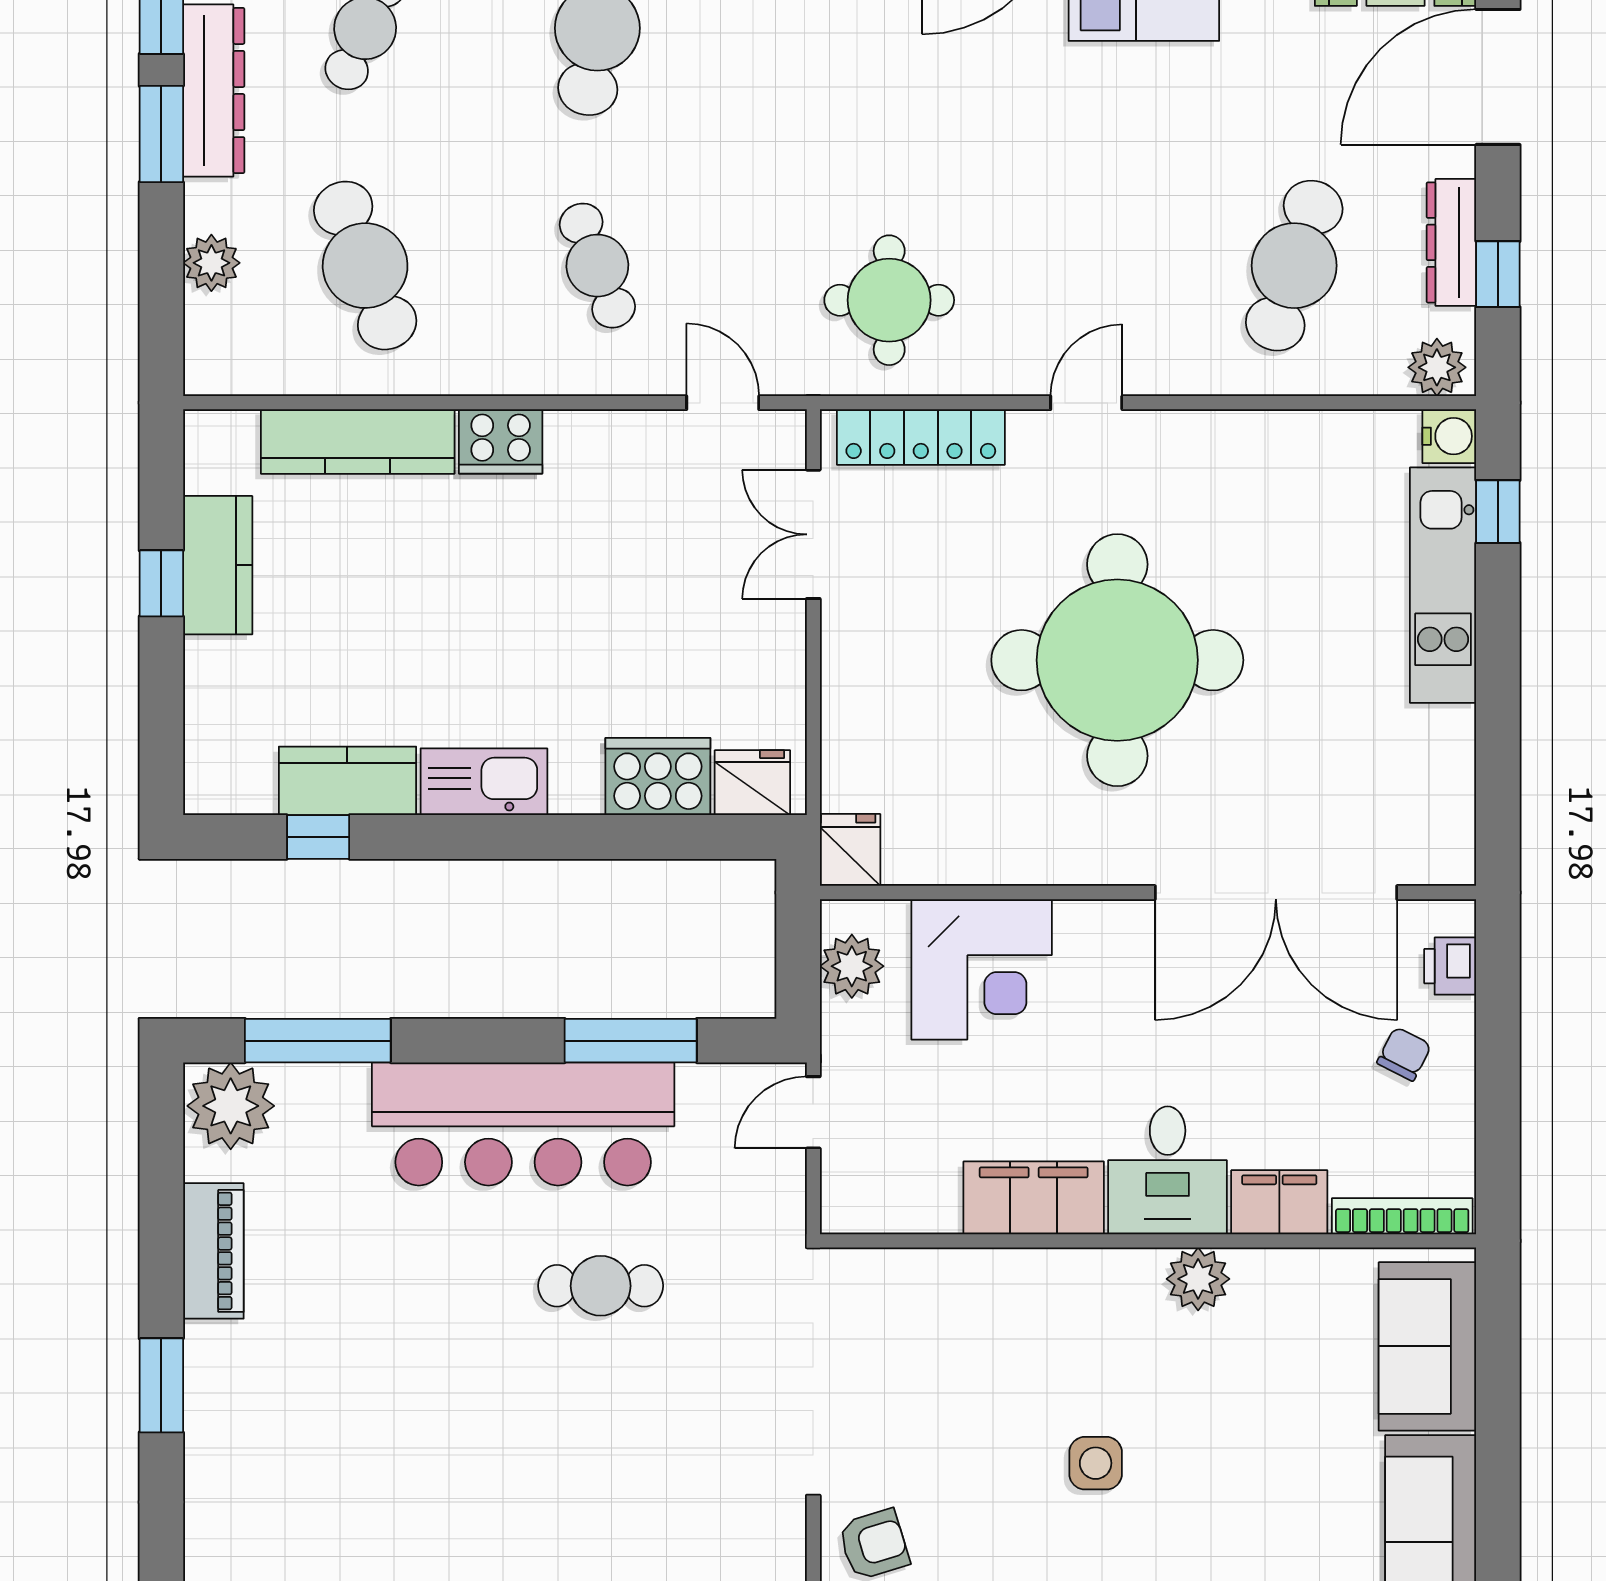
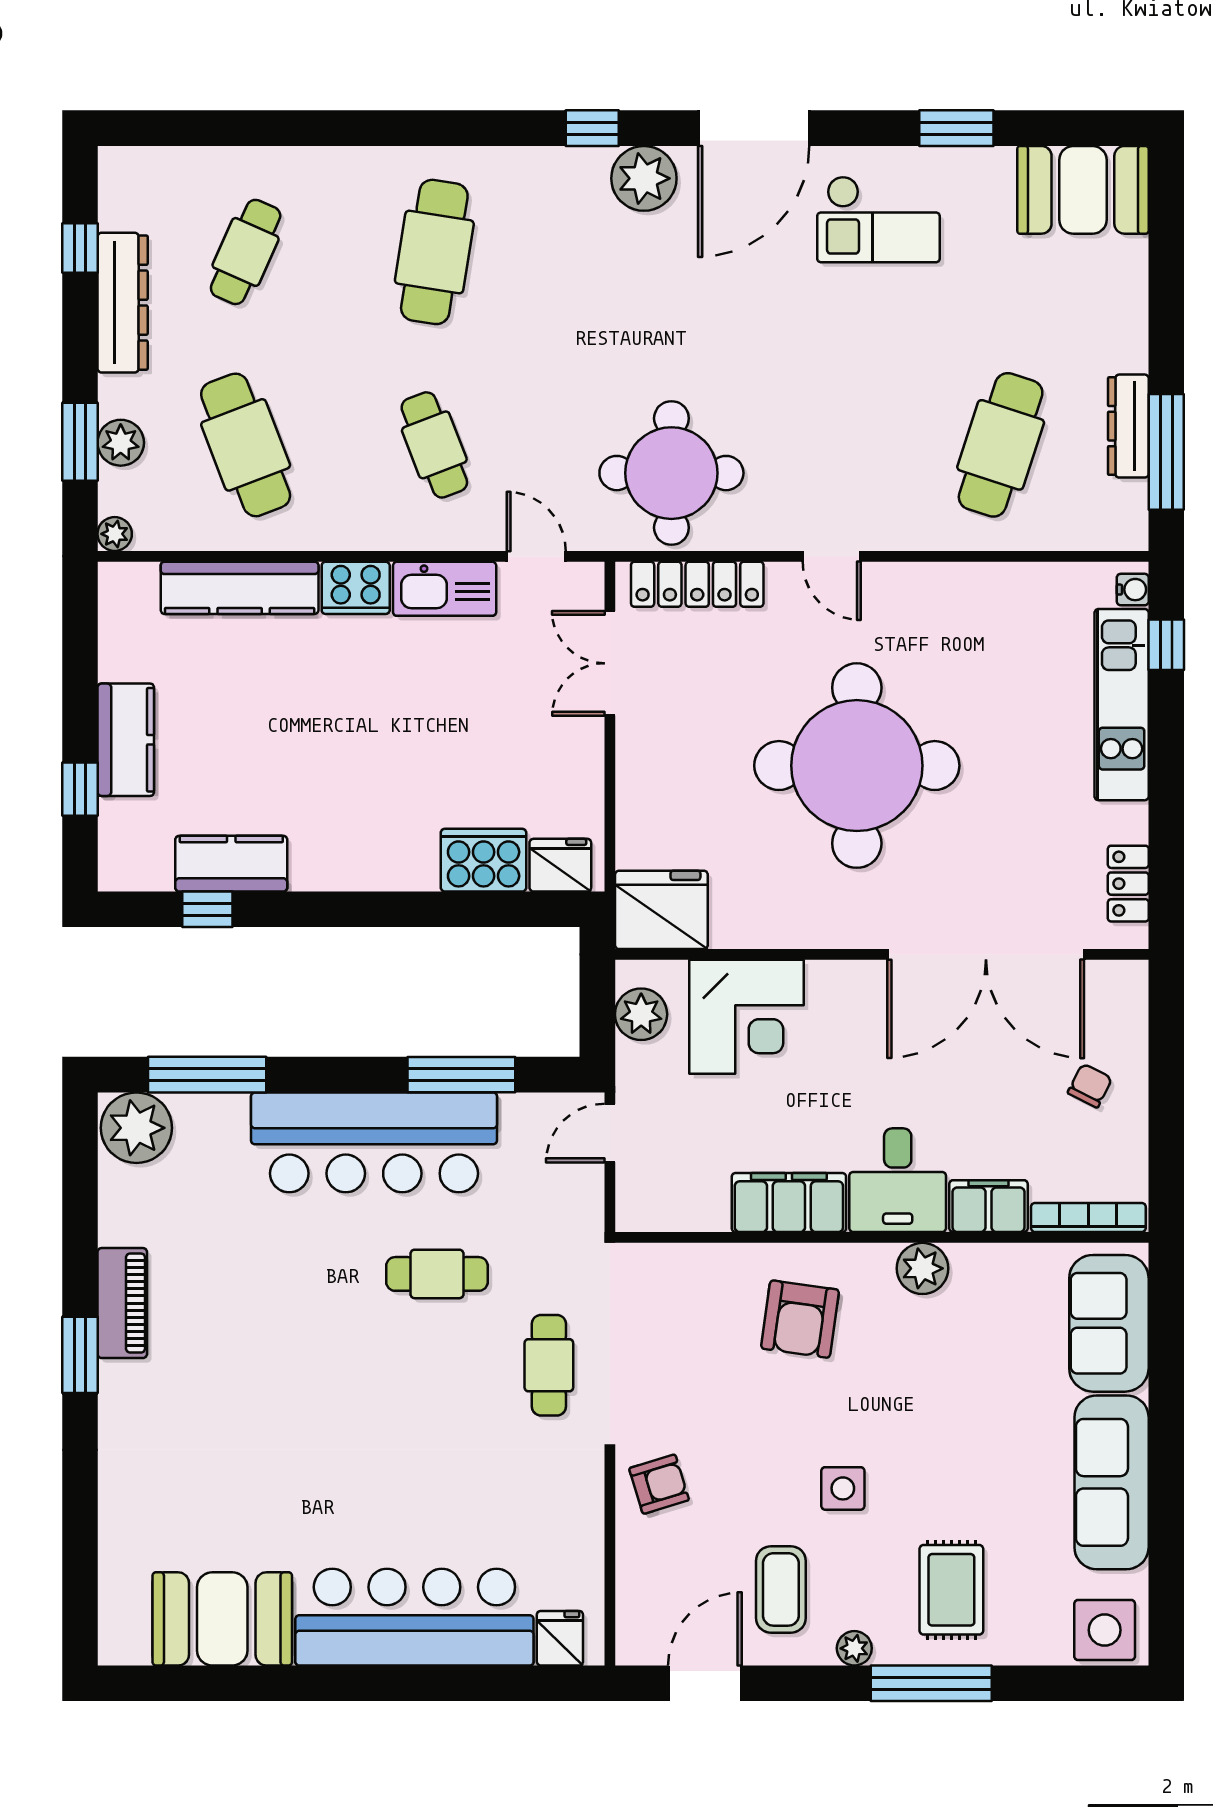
door: (1498, 77) -> (1166, 292), removed
window: (161, 134) -> (80, 442), moved
window: (1498, 274) -> (1166, 452), width x2.17
round table: (889, 300) -> (671, 473), width x1.36, depth x1.36
plant: (1437, 367) -> (115, 534), moved, width x0.73, depth x0.73
door: (1086, 403) -> (832, 556), swing flipped
water cooler: (1449, 436) -> (1133, 590), width x0.72, depth x0.72
kitchen counter: (218, 565) -> (126, 740), moved
window: (161, 583) -> (80, 789), moved
kitchen sink: (484, 782) -> (445, 589), moved, turned 180
locker: (1451, 805) -> (1128, 884), added
fridge: (850, 850) -> (661, 910), width x1.88, depth x1.34
printer: (1450, 966) -> (1127, 1014), removed
piano: (213, 1251) -> (122, 1303), moved
armchair: (1047, 1341) -> (800, 1319), added
cafe table: (738, 1398) -> (549, 1365), added
side table: (1096, 1463) -> (843, 1488), moved

